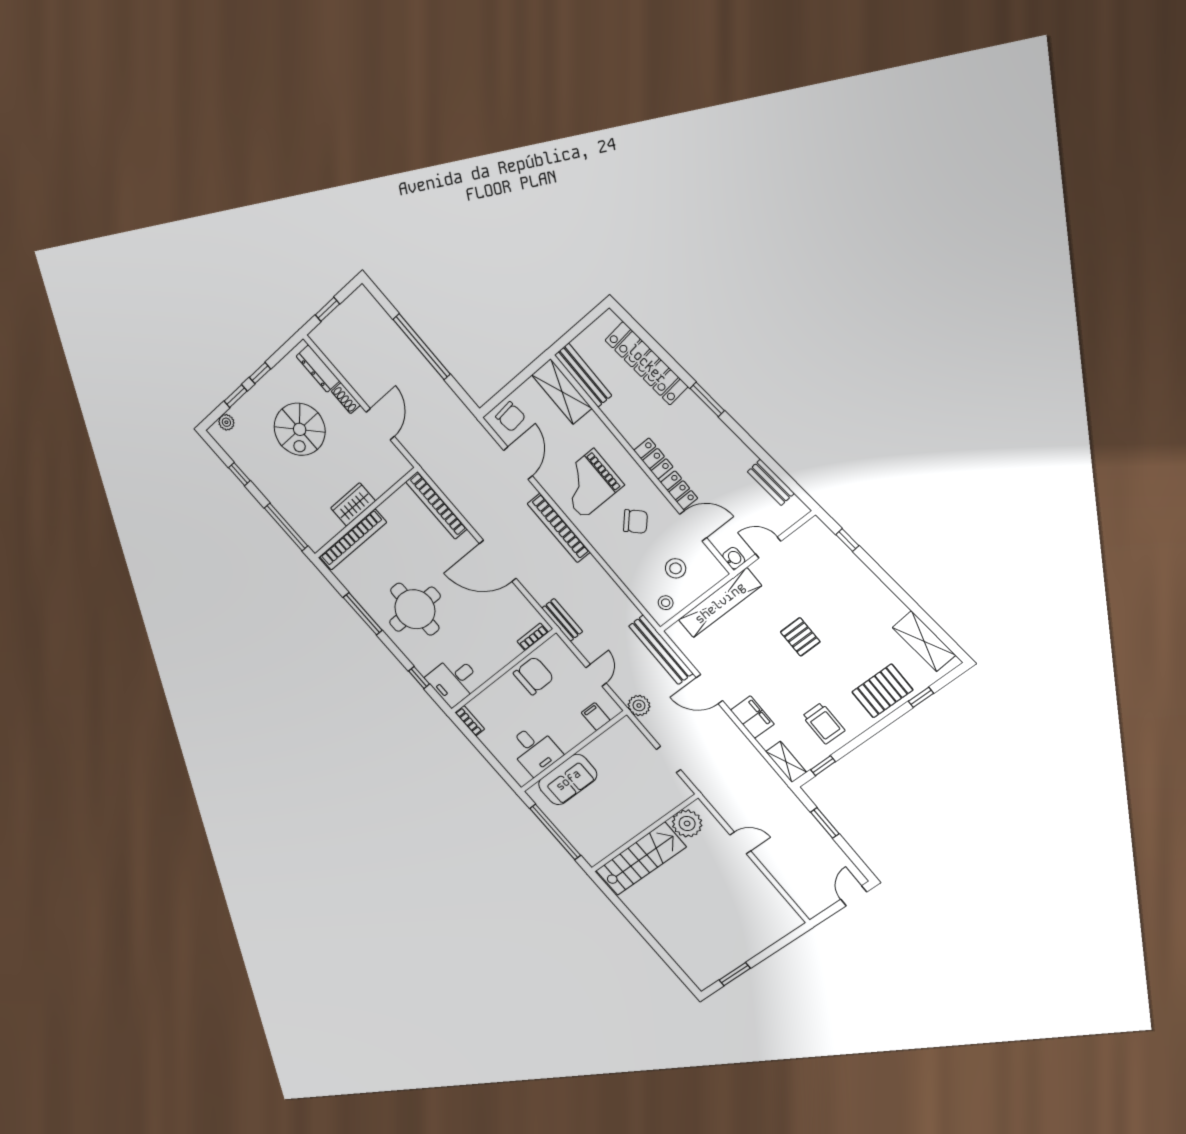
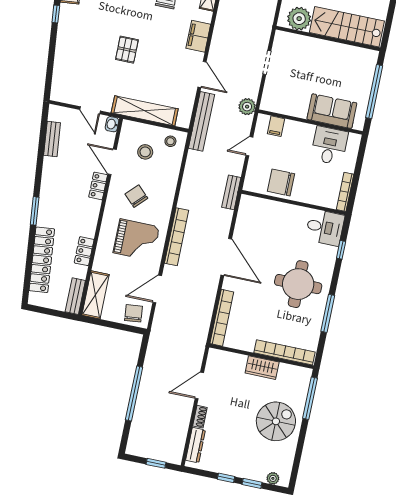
bench: (583, 375) -> (75, 296), width x0.73
spiral stairs: (300, 429) -> (276, 421), moved
locker: (653, 459) -> (84, 251), moved
window: (239, 474) -> (299, 449), removed
window: (847, 540) -> (56, 14), moved
bookcase: (533, 637) -> (257, 202), removed
bookcase: (470, 721) -> (345, 192), width x1.56

